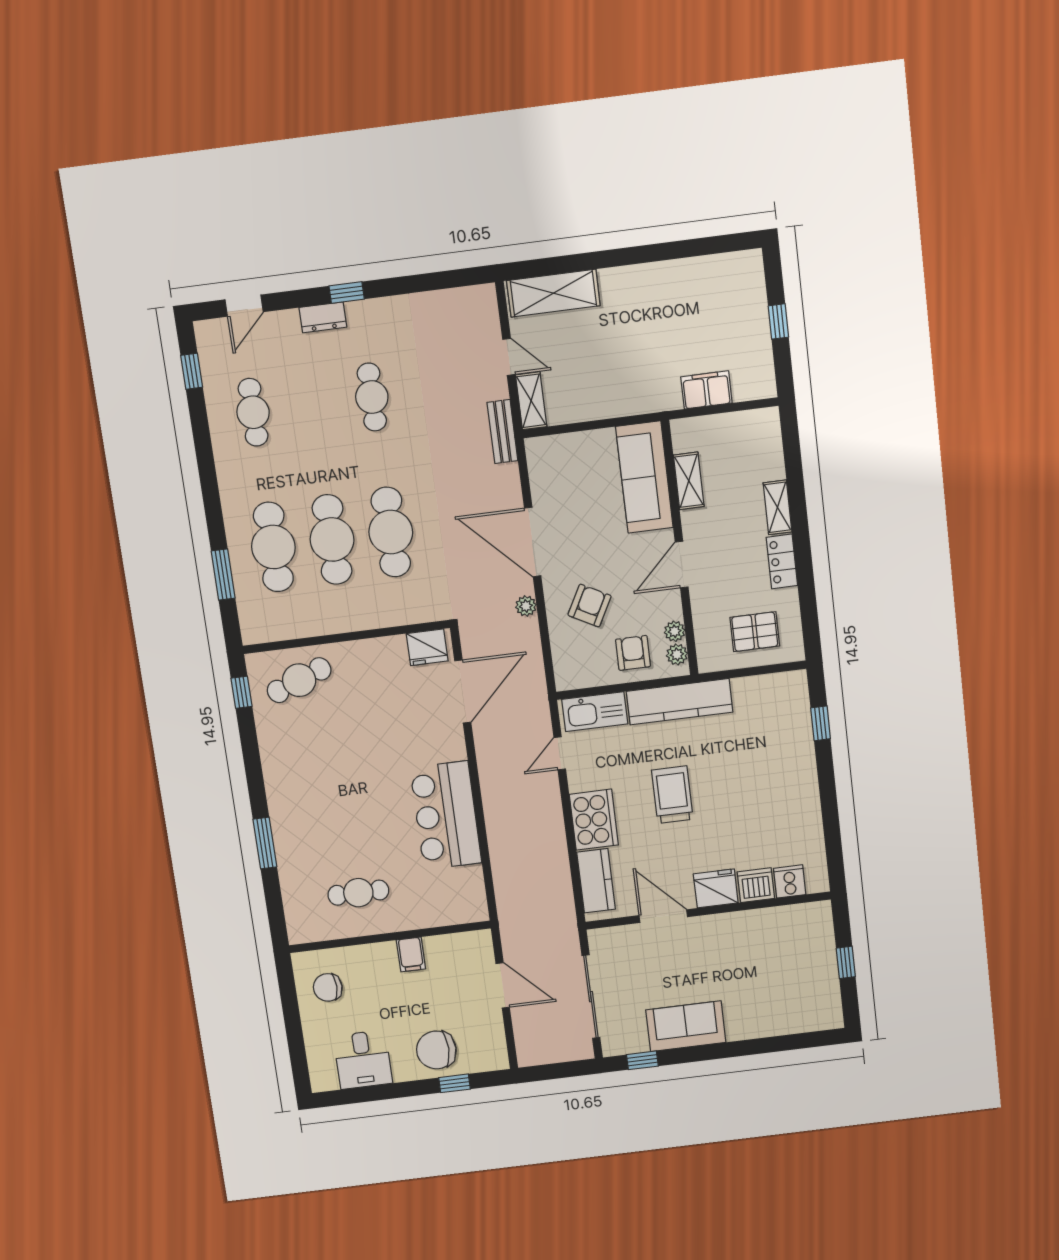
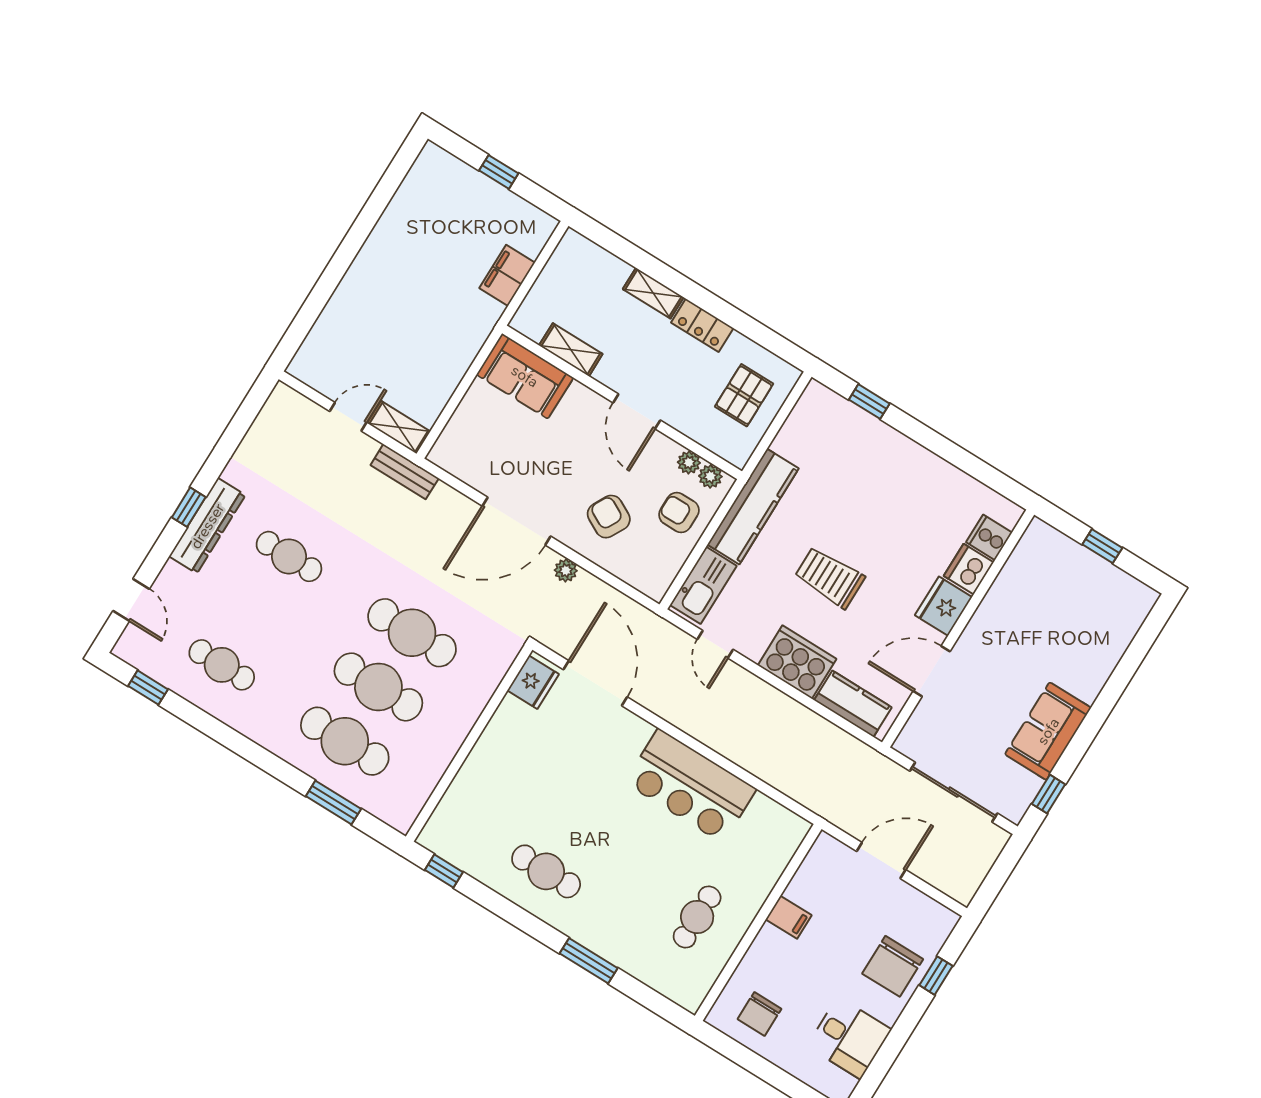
shelving: (553, 293) -> (326, 338), removed
dresser: (323, 317) -> (207, 526), width x1.96, depth x1.24
sofa: (644, 477) -> (525, 376), width x0.73
cafe table: (299, 680) -> (546, 871), moved, turned -69

